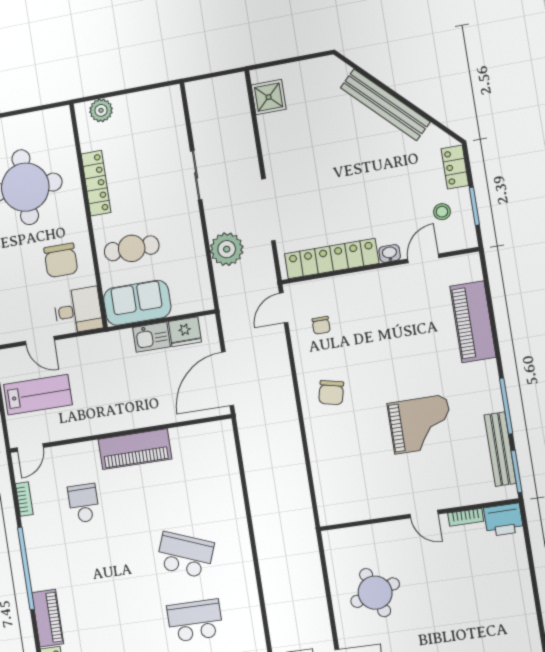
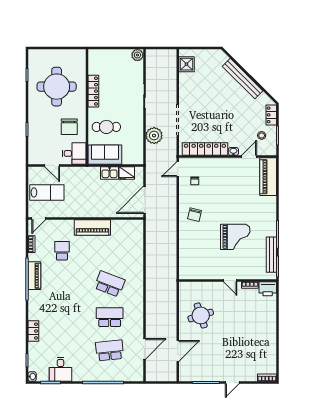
plant: (101, 110) -> (137, 55), moved
piano: (473, 322) -> (268, 177), moved
piano: (48, 618) -> (34, 276), moved

